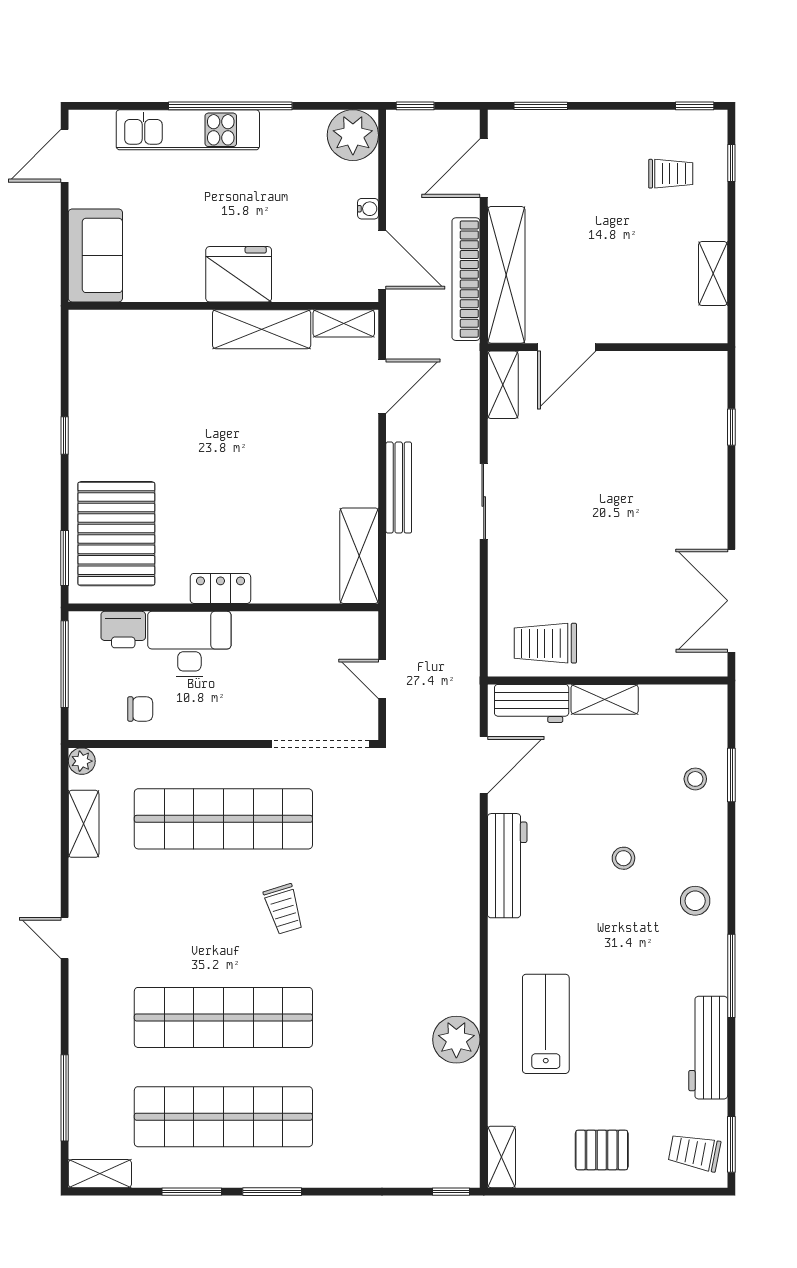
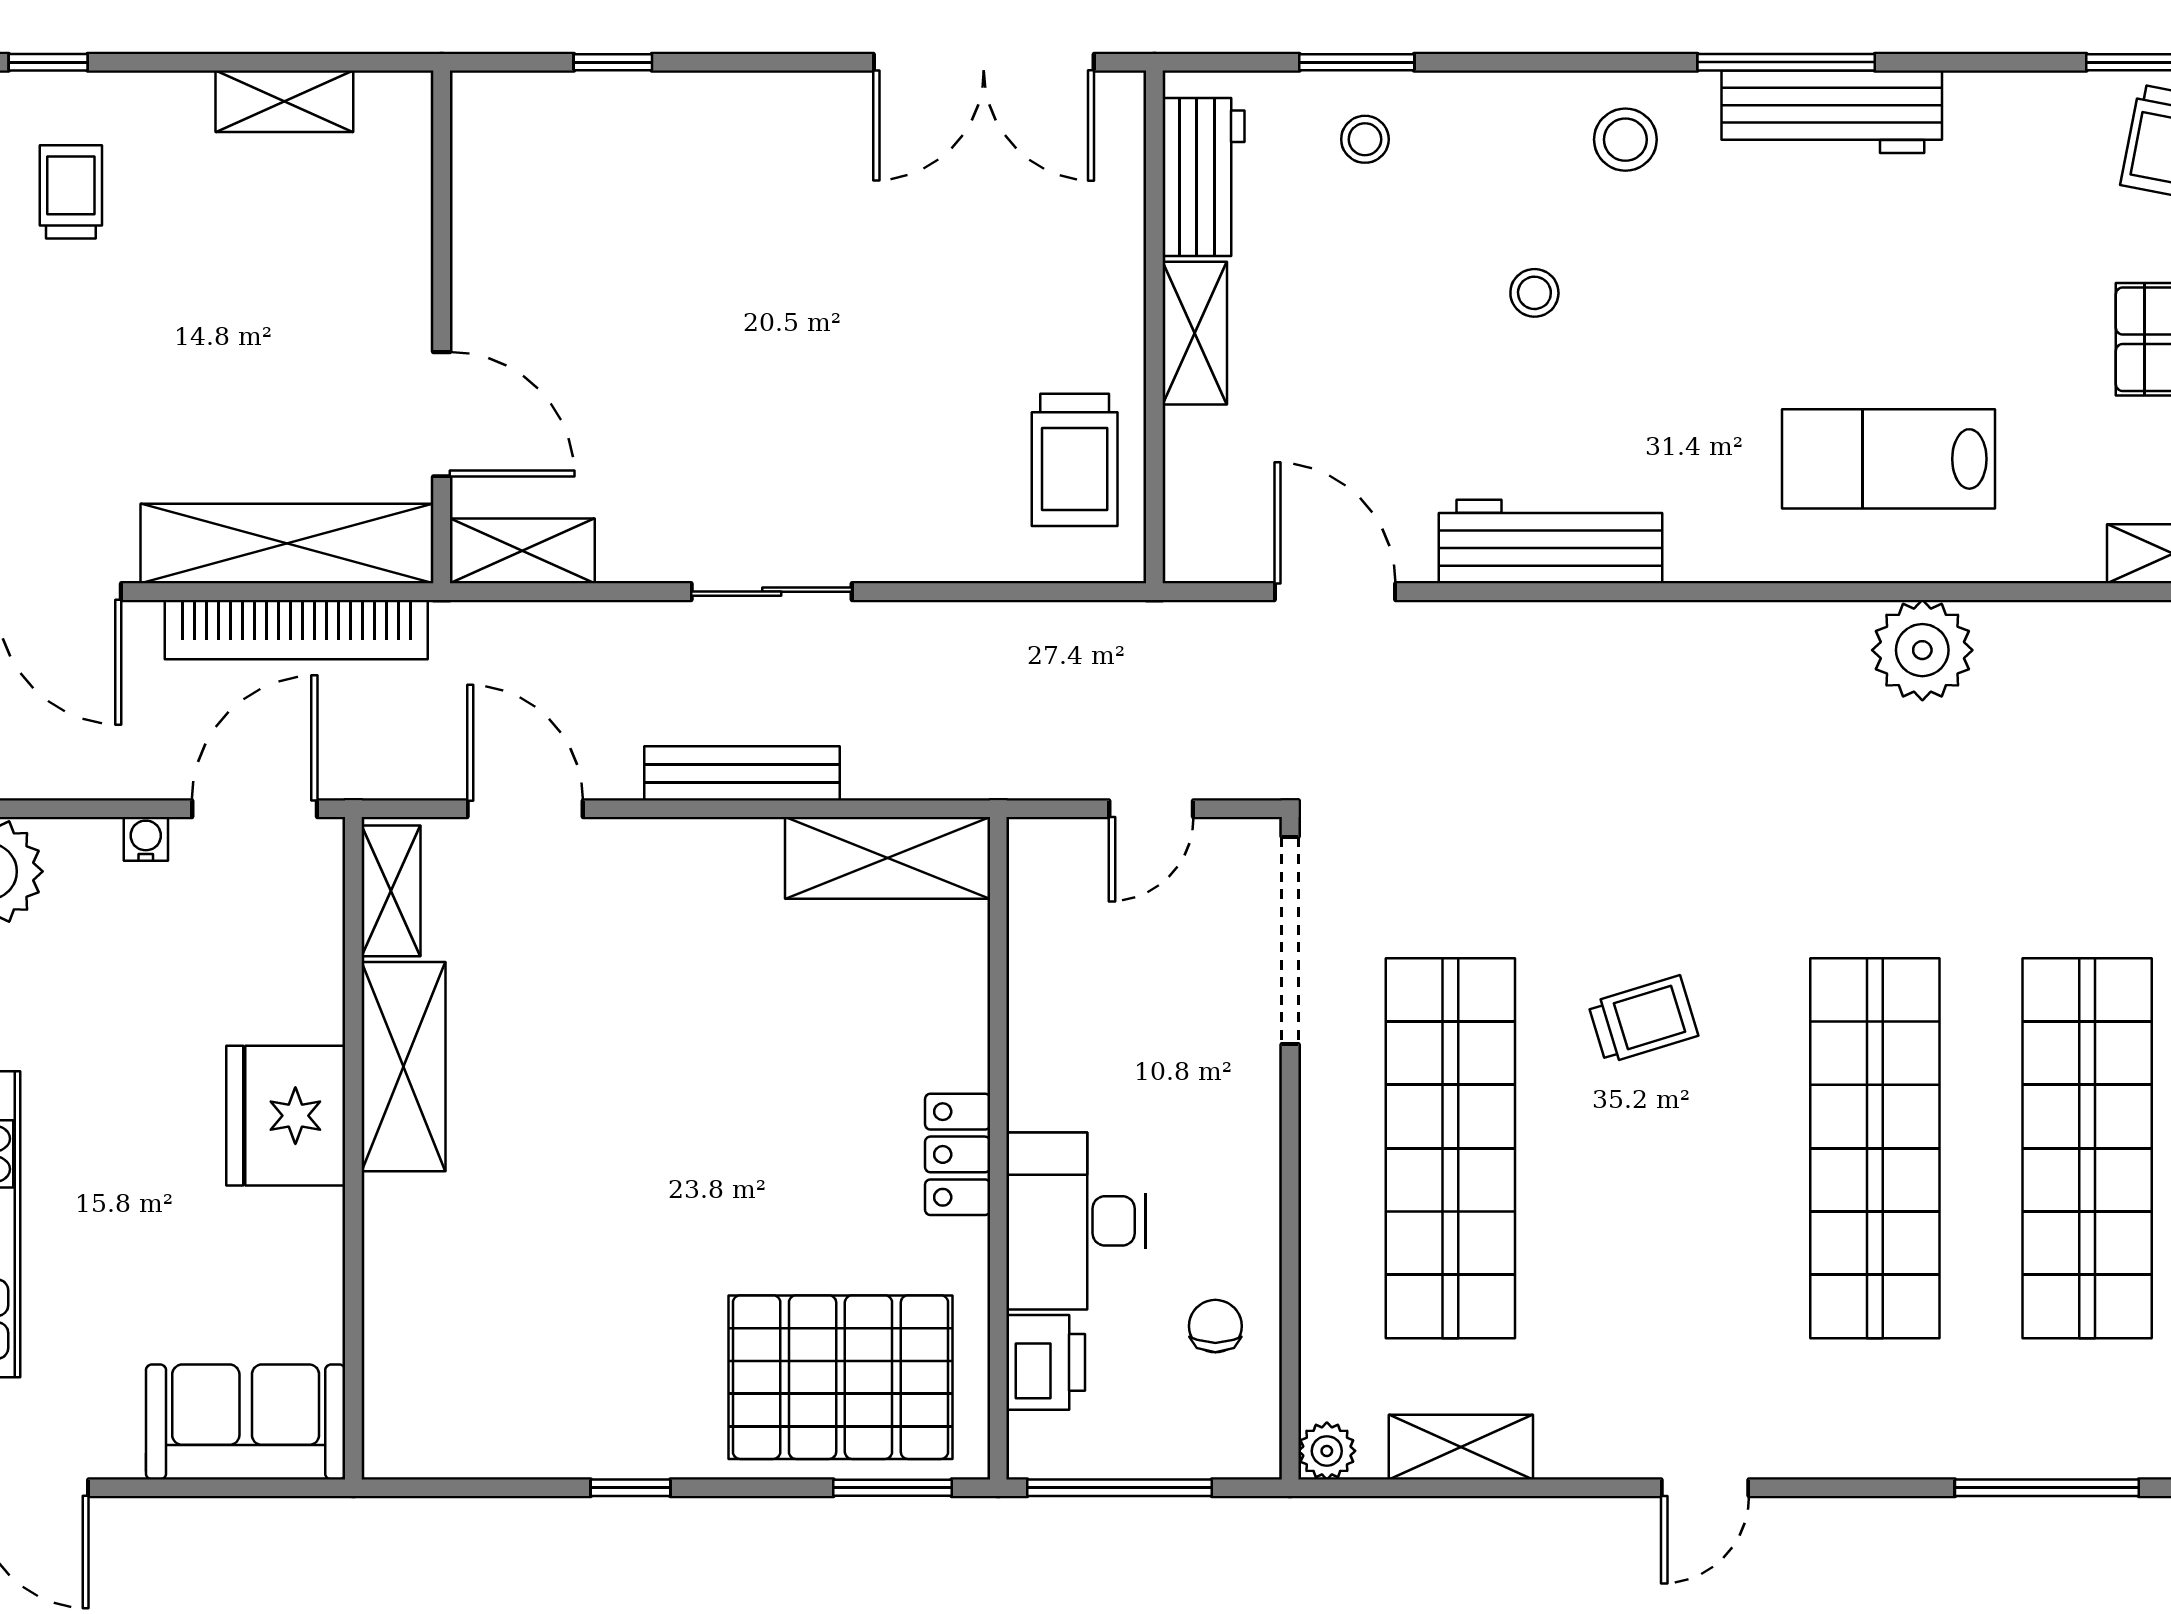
workbench: (532, 703) -> (1203, 177), moved
workbench: (708, 1048) -> (1832, 112), moved

